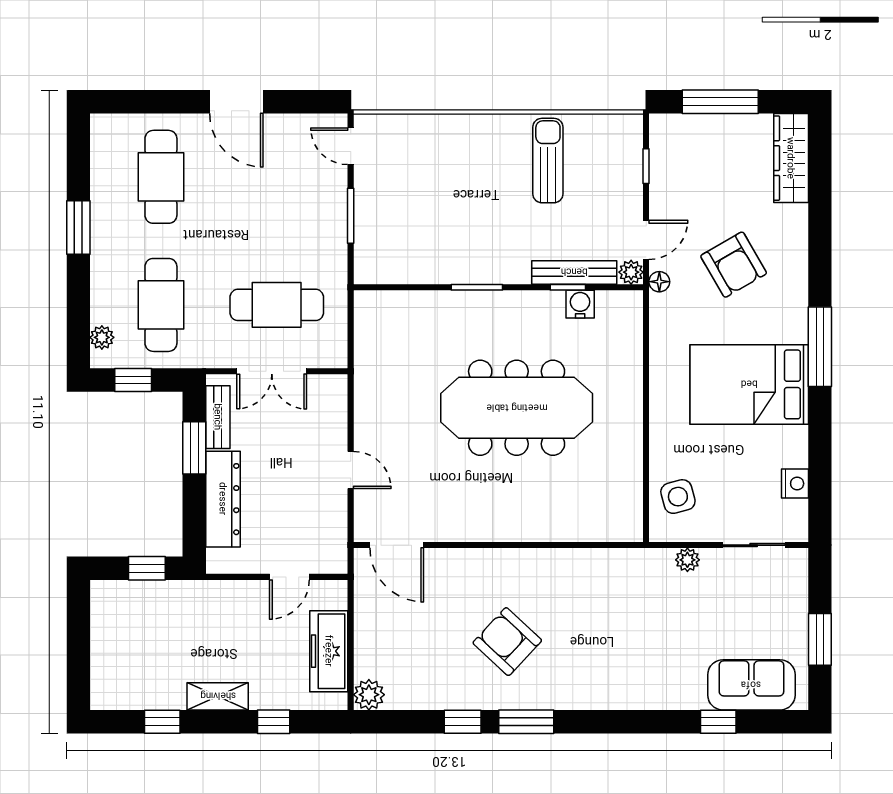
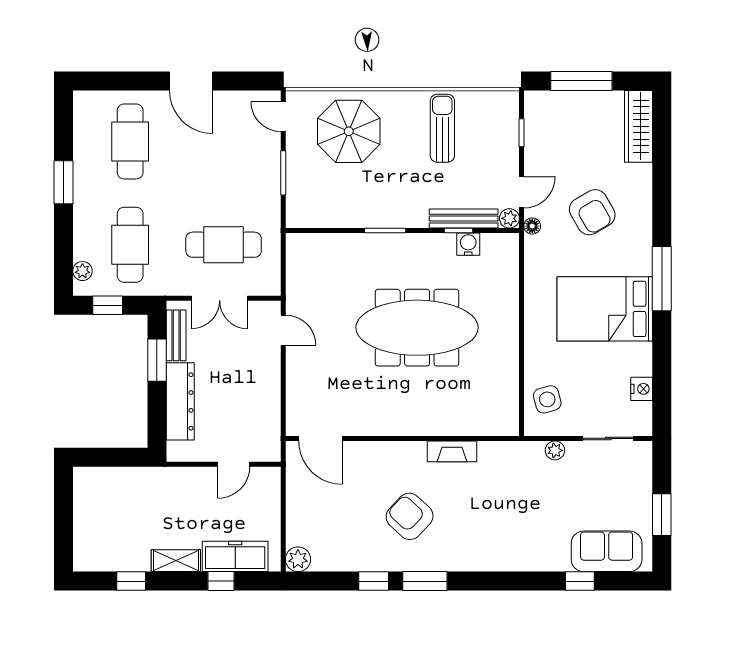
parasol: (432, 164) -> (349, 131), added
door: (351, 470) -> (283, 330), moved
fireplace: (560, 561) -> (452, 451), added
window: (147, 568) -> (119, 457), removed
freezer: (329, 651) -> (235, 556), moved, turned 90

